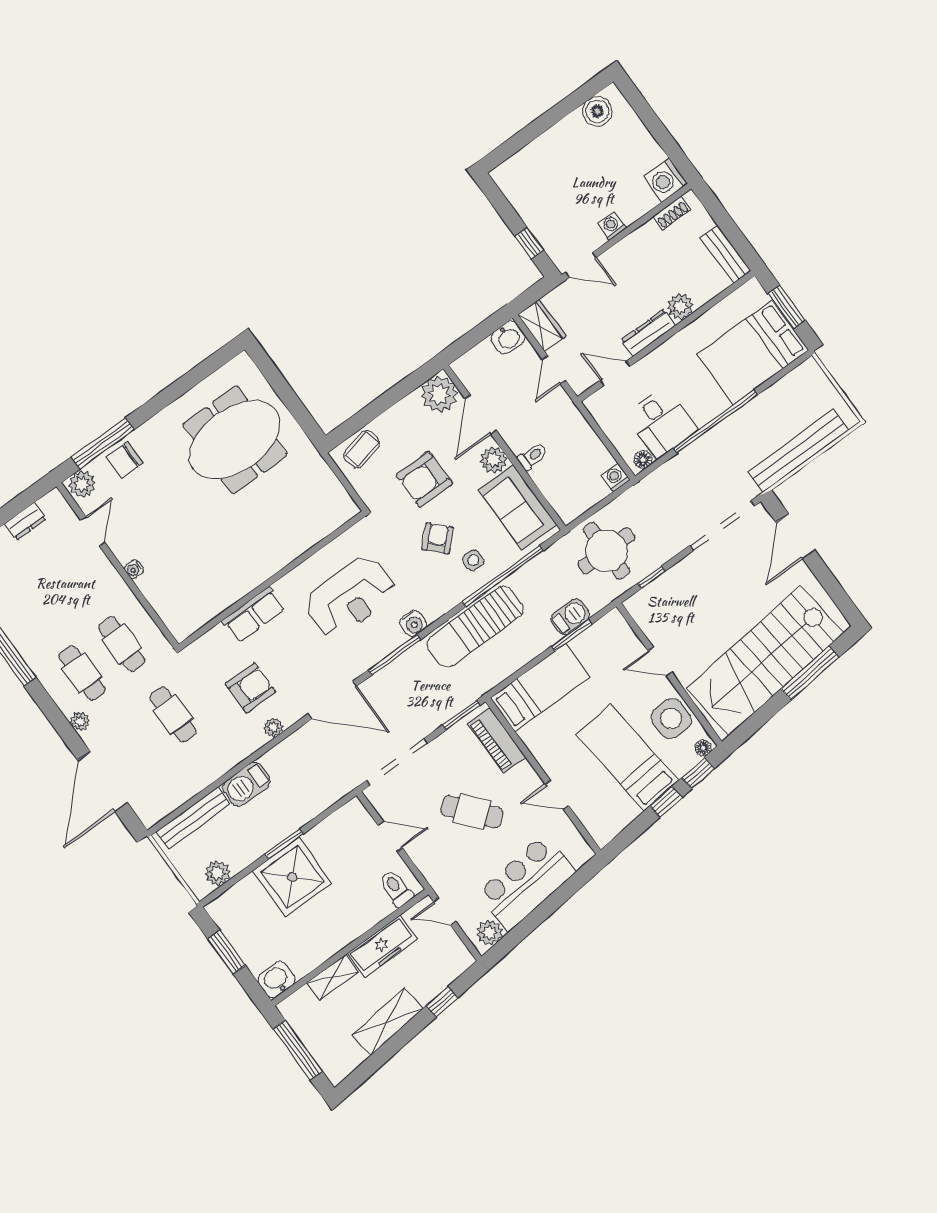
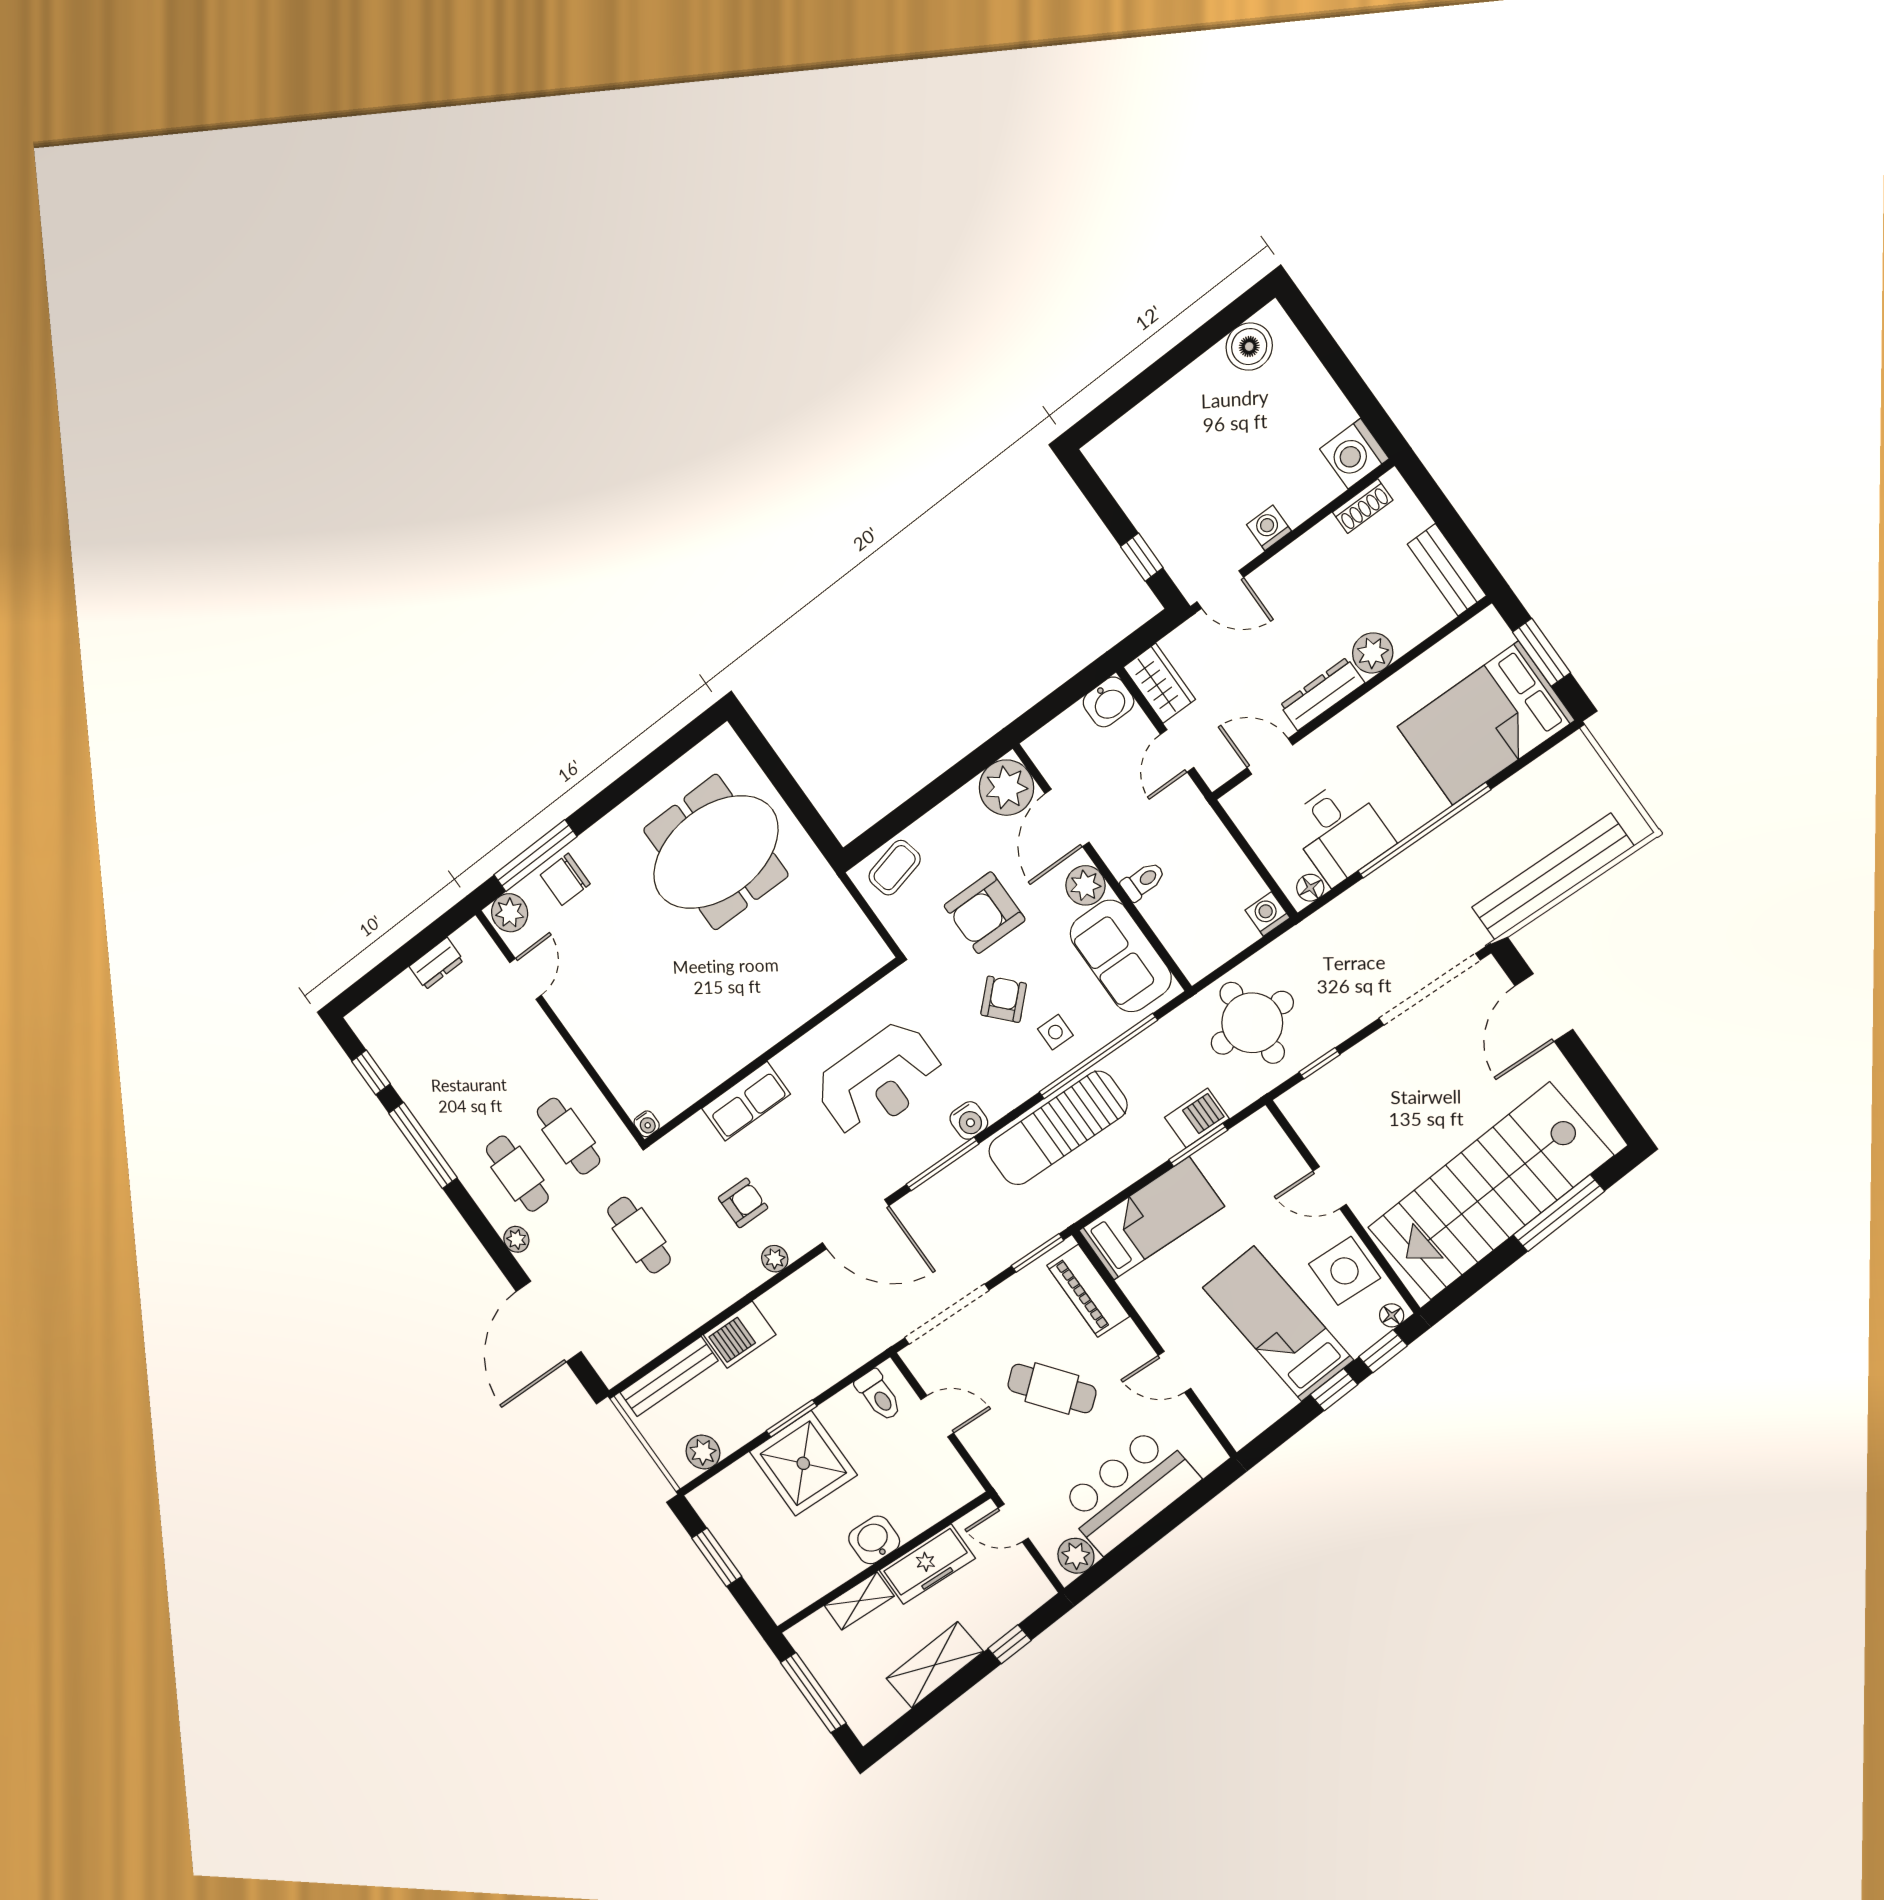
water cooler: (134, 569) -> (647, 1124), moved, turned -90
armchair: (251, 688) -> (743, 1203), width x0.72, depth x0.72
toilet: (396, 888) -> (879, 1395), moved, turned 180
washbasin: (276, 980) -> (874, 1540), moved

